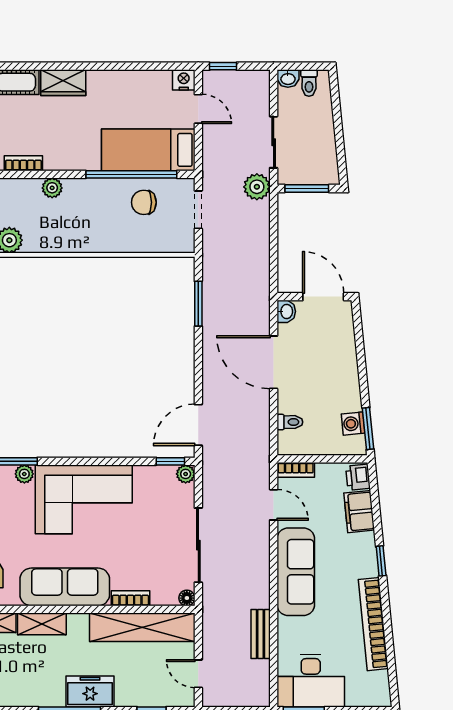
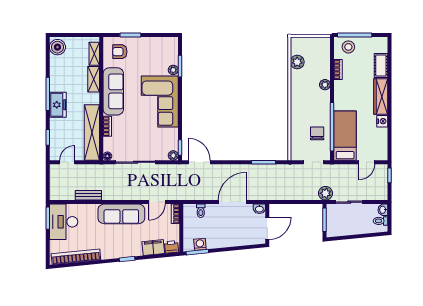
nightstand: (184, 80) -> (382, 121), moved
wardrobe: (63, 83) -> (381, 97), width x1.50
bookcase: (373, 624) -> (76, 257), moved

